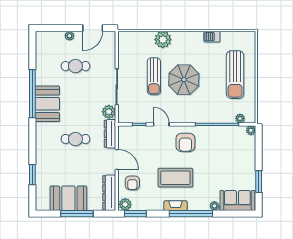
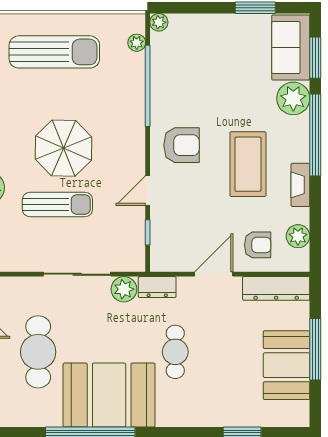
cafe table: (75, 66) -> (38, 352), width x1.37, depth x1.35
booth: (47, 104) -> (109, 395), width x1.36, depth x1.42
dresser: (110, 134) -> (157, 287), width x0.70
plant: (125, 204) -> (298, 236), moved
fireplace: (176, 206) -> (300, 185), moved
plant: (214, 206) -> (293, 98), width x1.87, depth x1.87
window: (135, 214) -> (315, 58), moved

